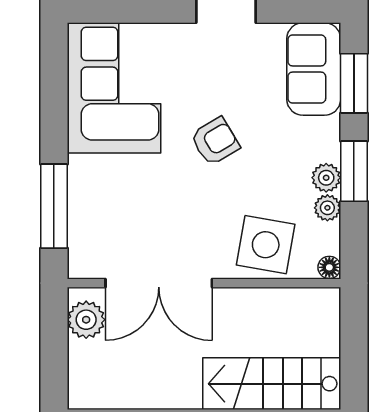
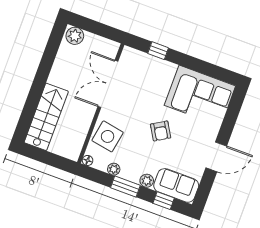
window: (354, 83) -> (164, 201), width x0.67
plant: (326, 178) -> (147, 181), moved
window: (54, 206) -> (158, 51), width x0.46
plant: (86, 320) -> (75, 36), moved

